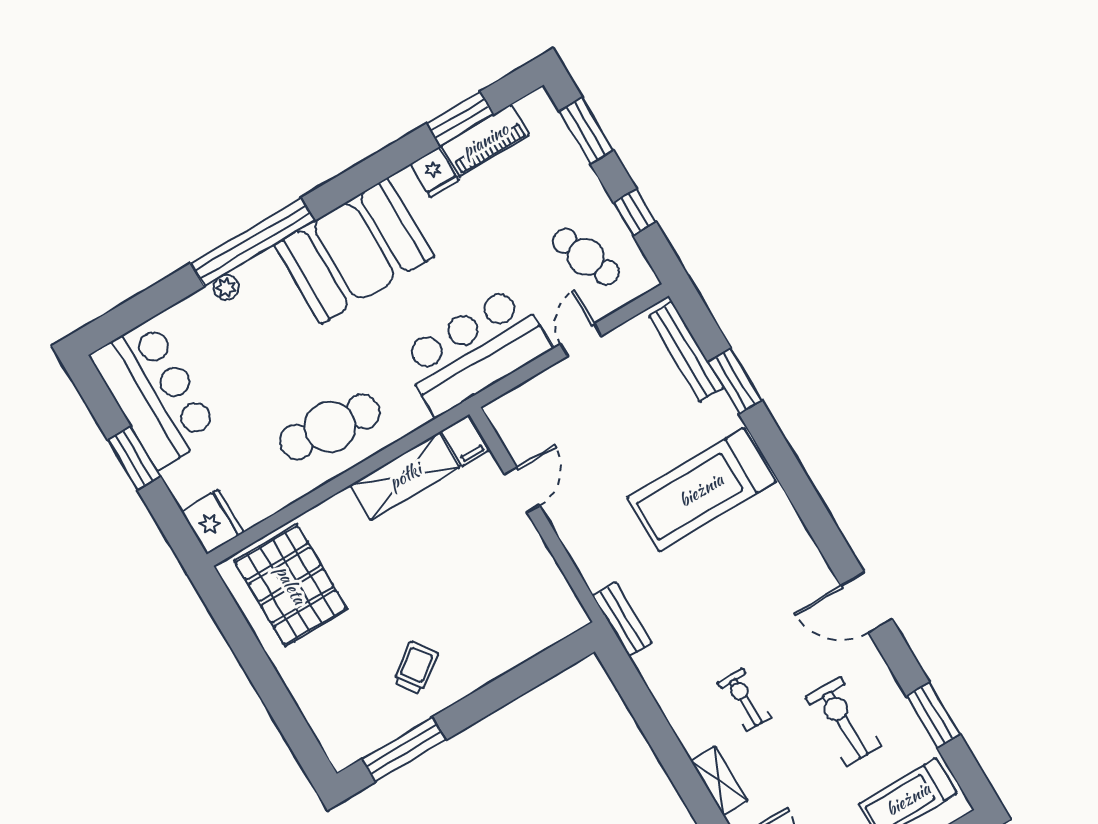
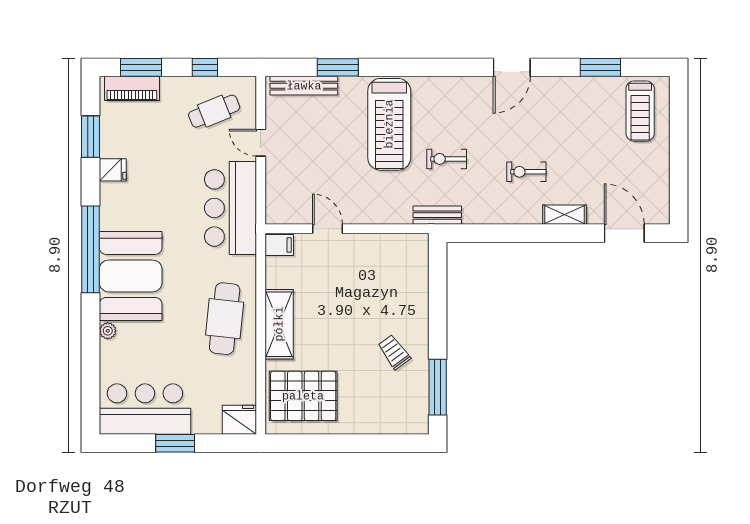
piano: (485, 140) -> (132, 88), moved, turned 90
window: (253, 242) -> (90, 249), moved
booth: (354, 251) -> (131, 276), moved
shelving: (405, 476) -> (279, 324), moved
exercise bike: (843, 722) -> (447, 159), moved, width x0.73, depth x0.72

